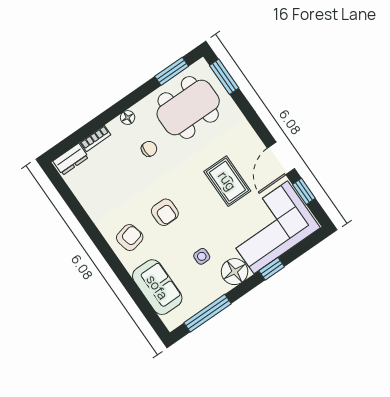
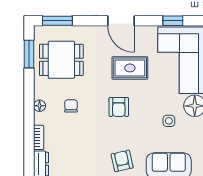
dining table: (188, 107) -> (61, 60), width x0.73
door: (281, 158) -> (121, 21), moved
armchair: (165, 212) -> (119, 107), moved, turned 90

